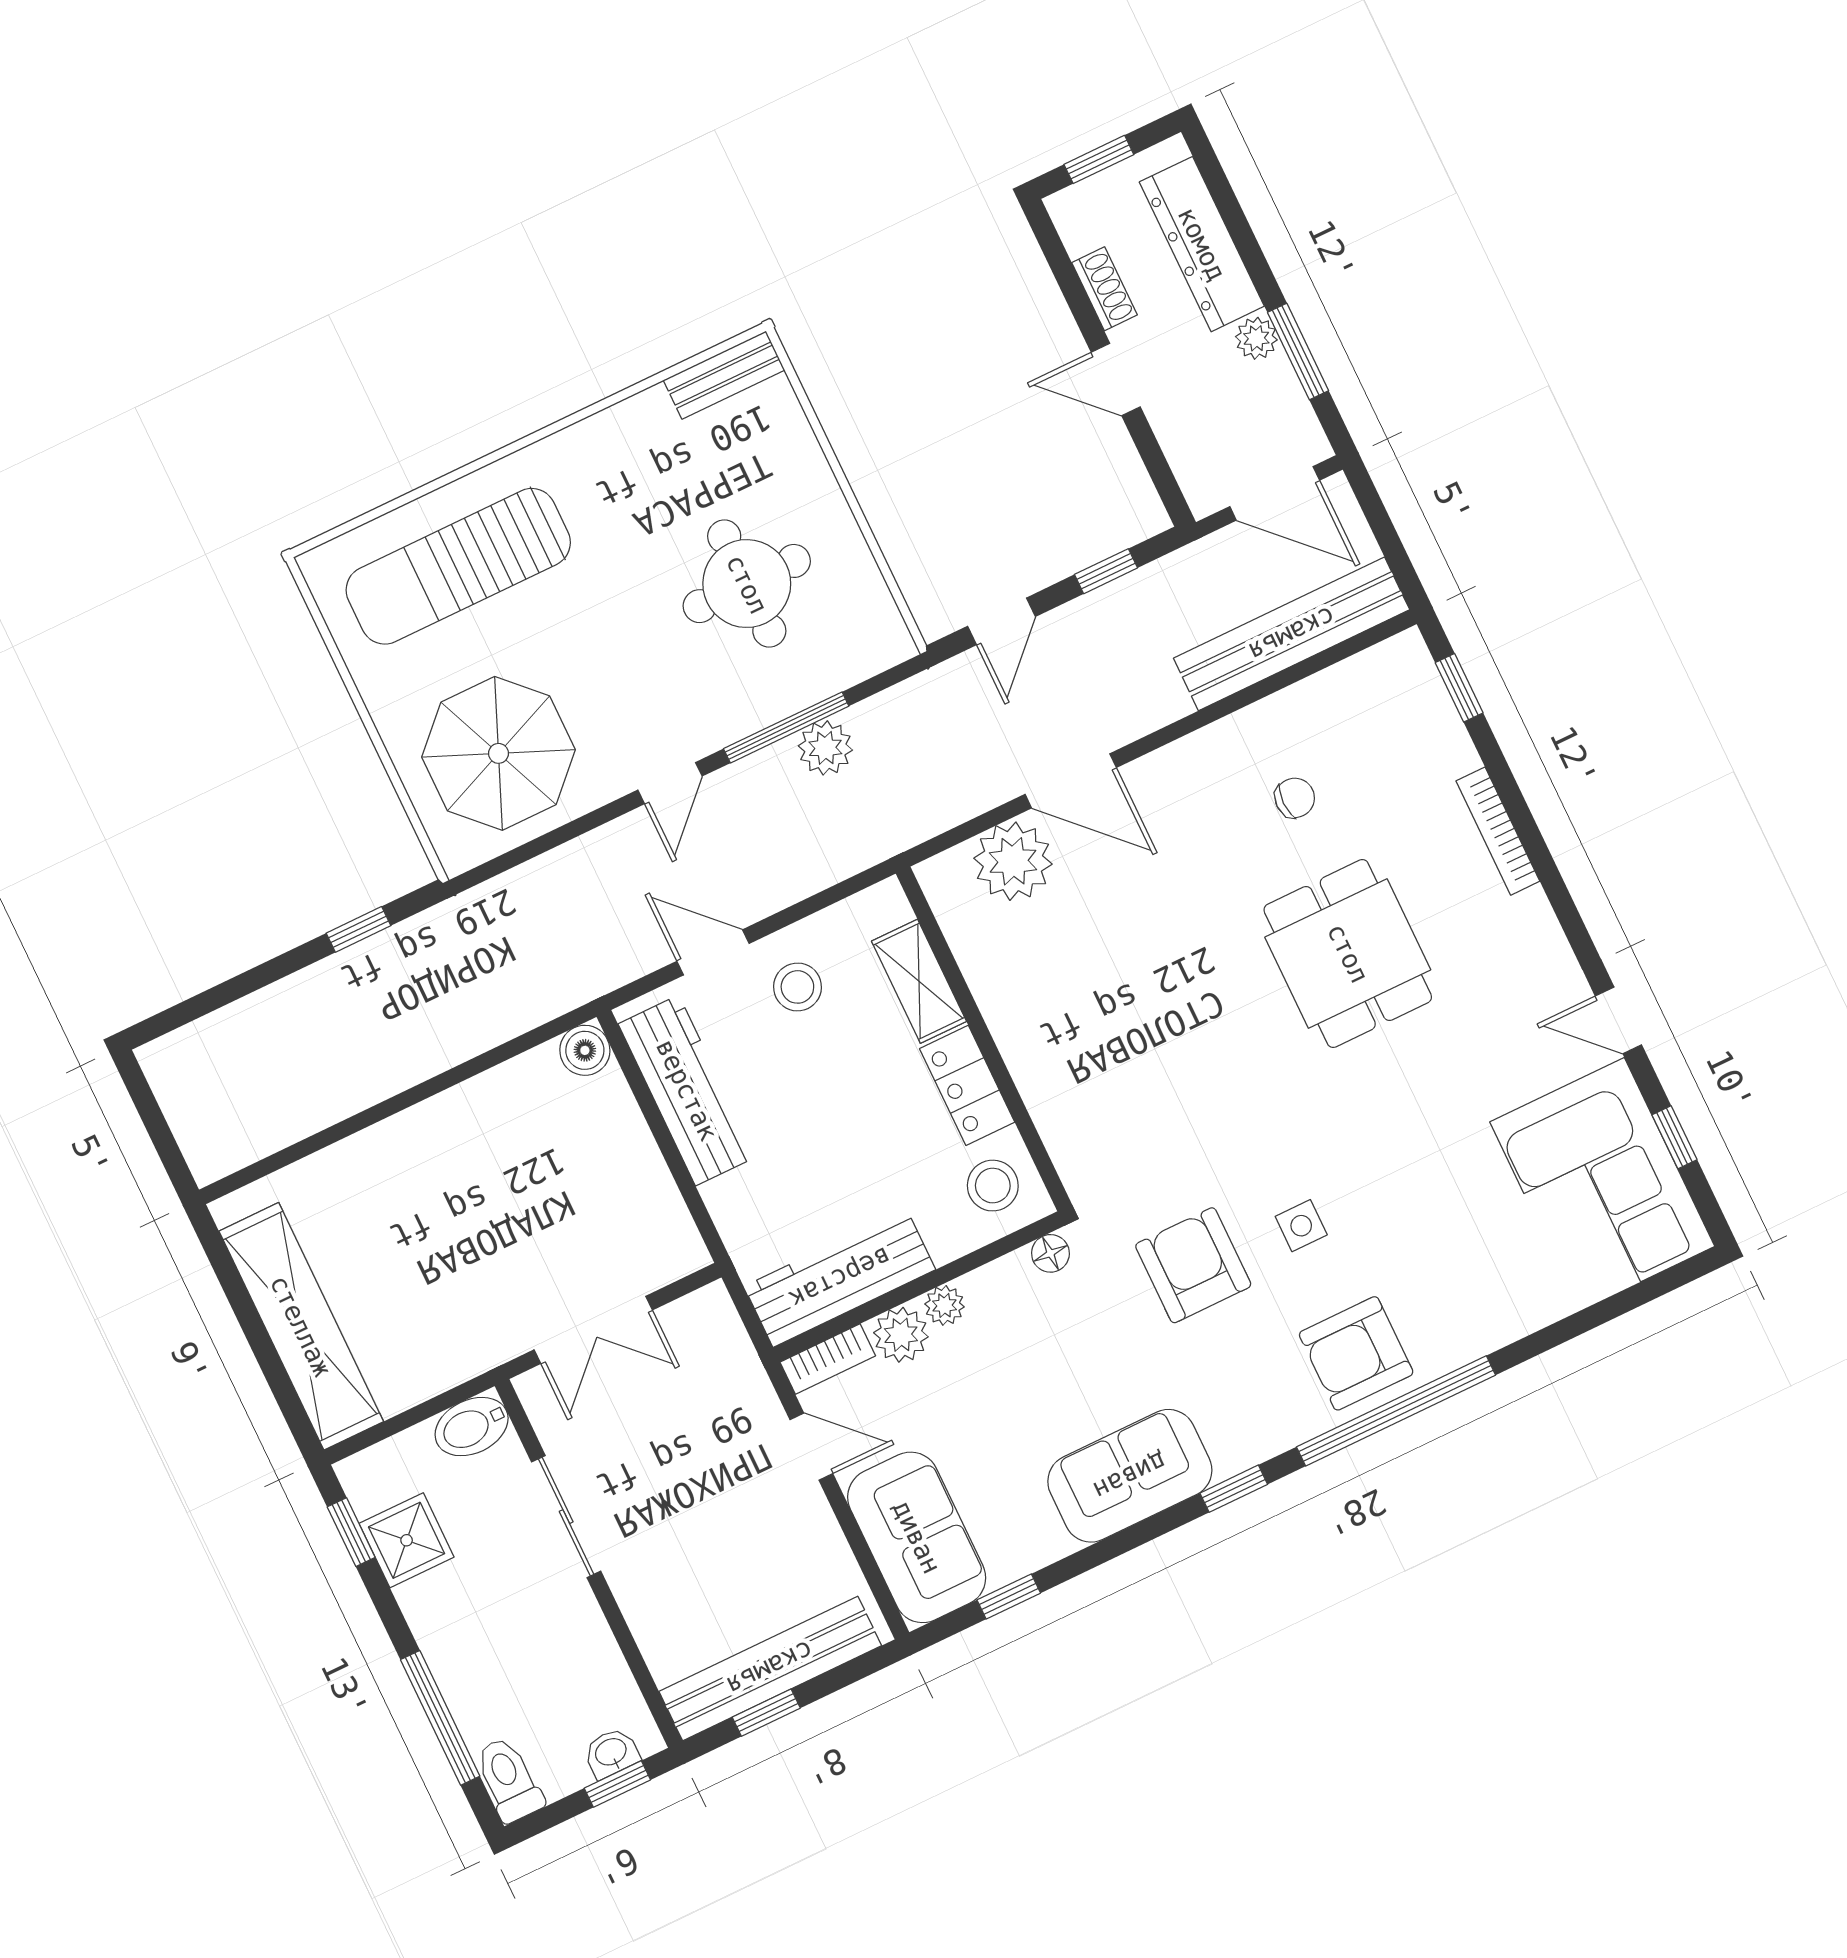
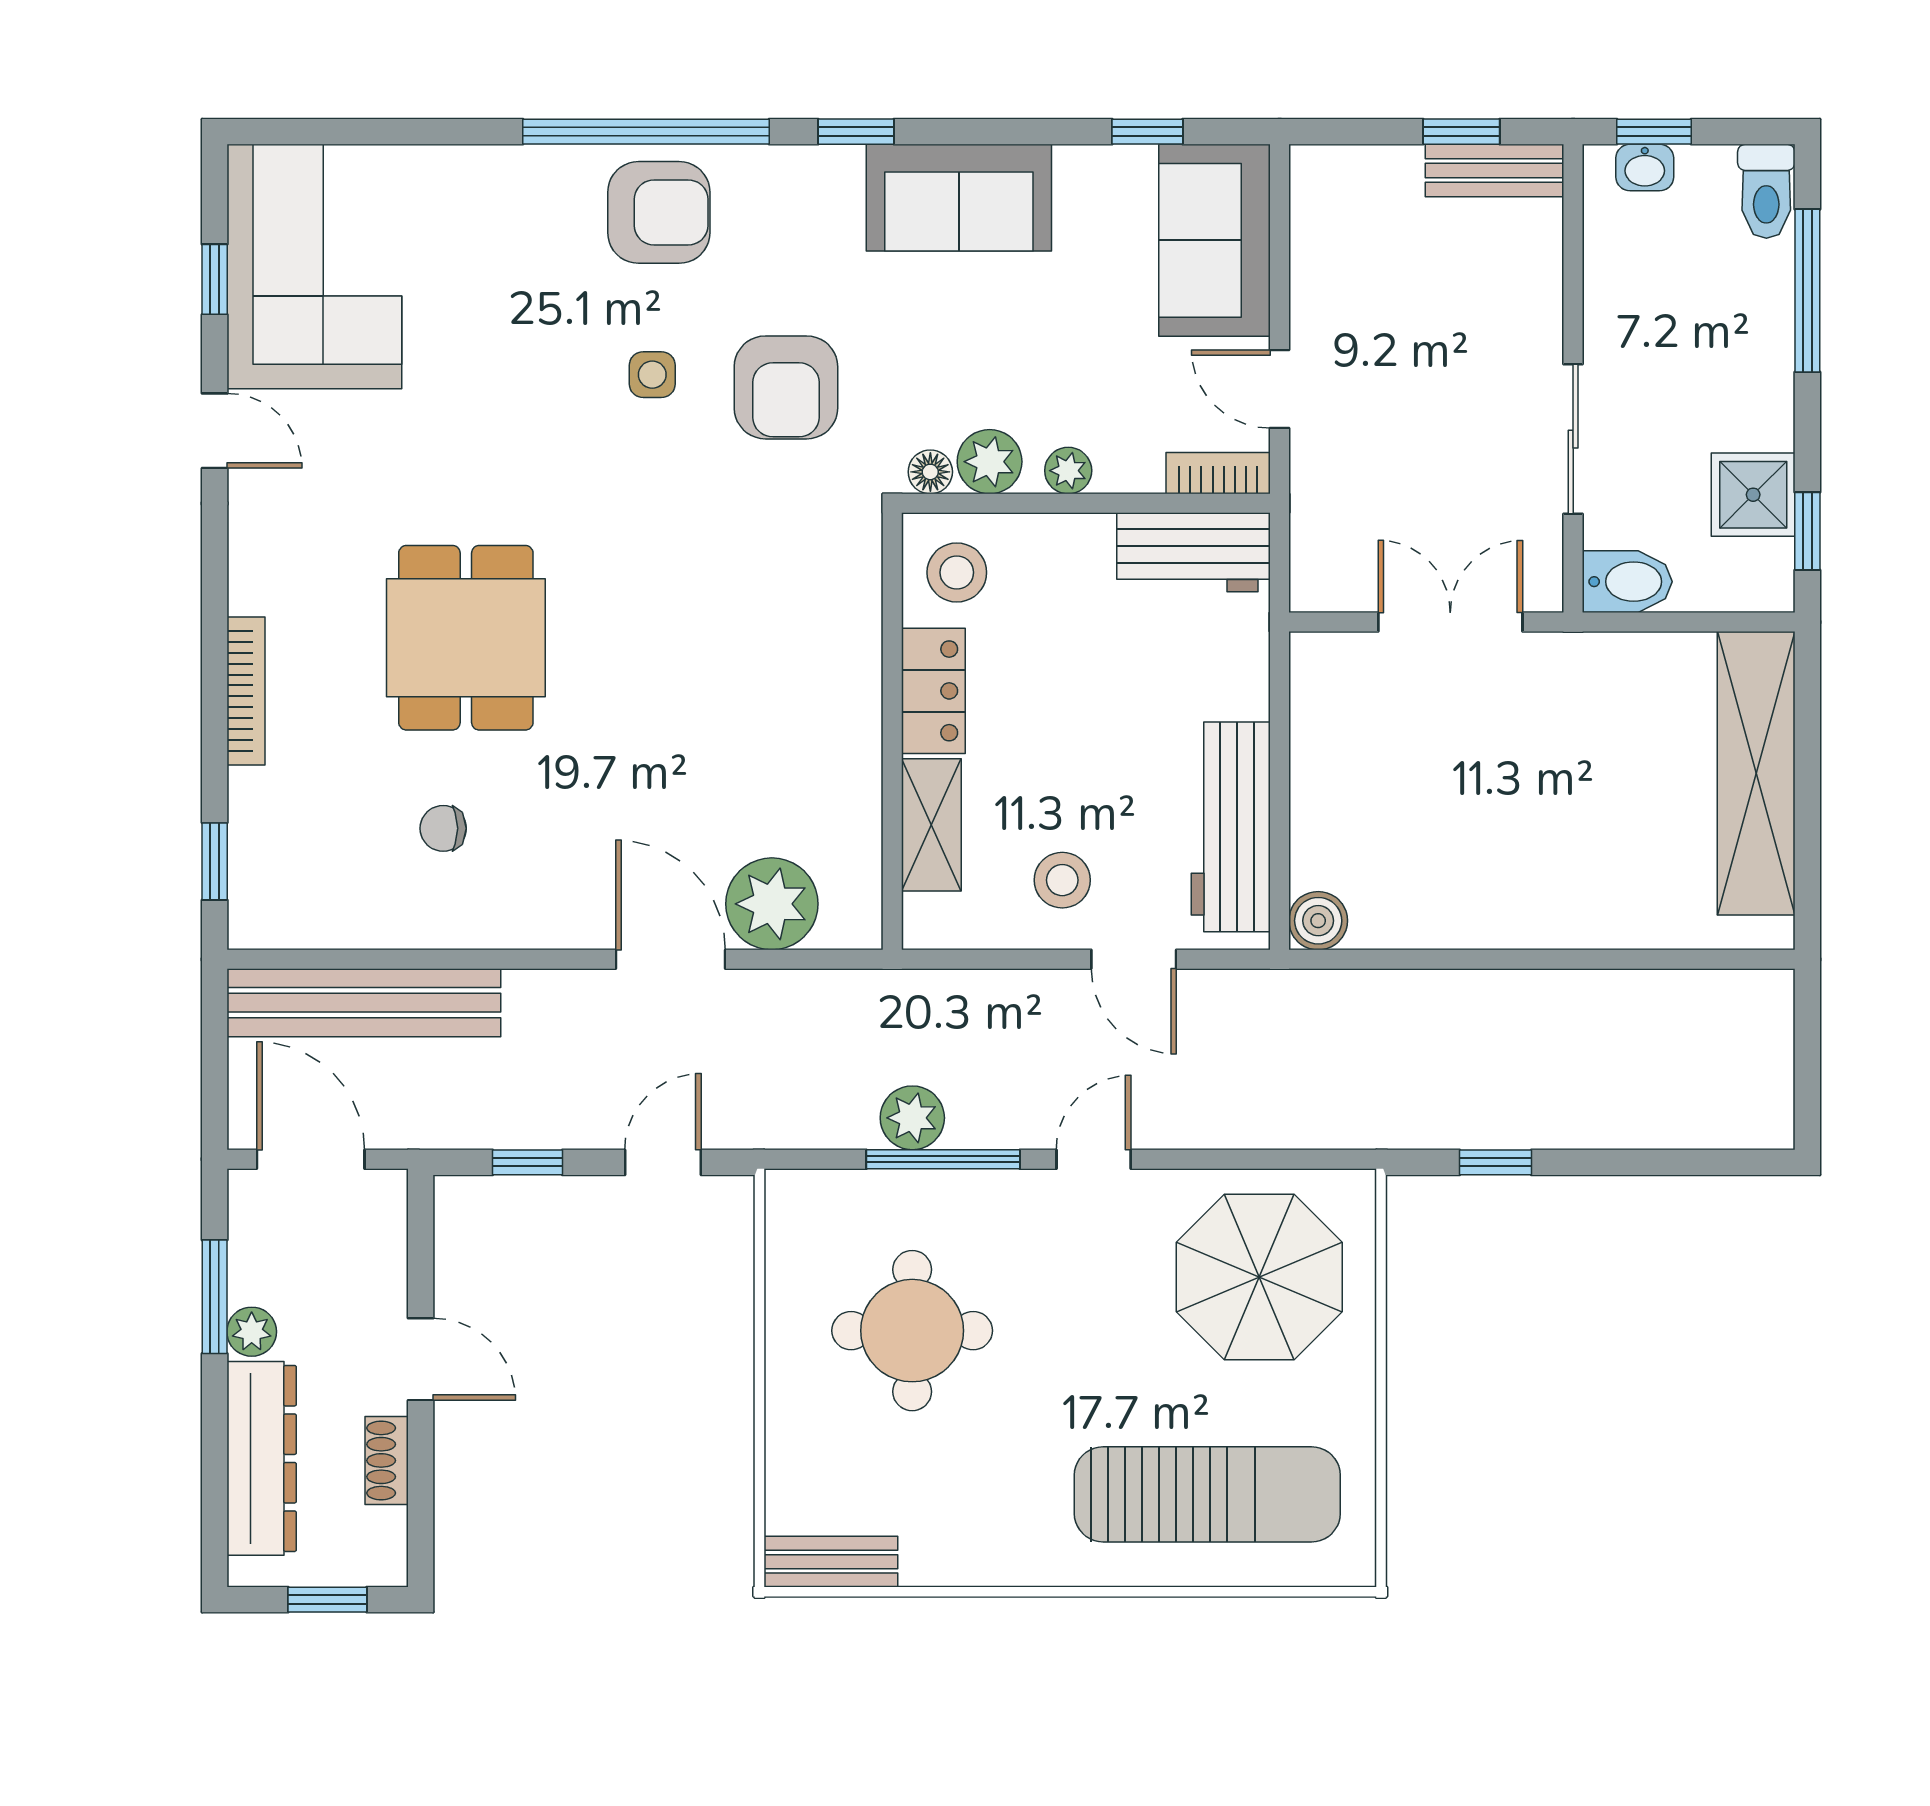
workbench: (840, 1278) -> (1193, 552), width x0.73
plant: (901, 1335) -> (990, 462), moved
bench: (770, 1668) -> (1495, 171), width x0.54, depth x0.82

